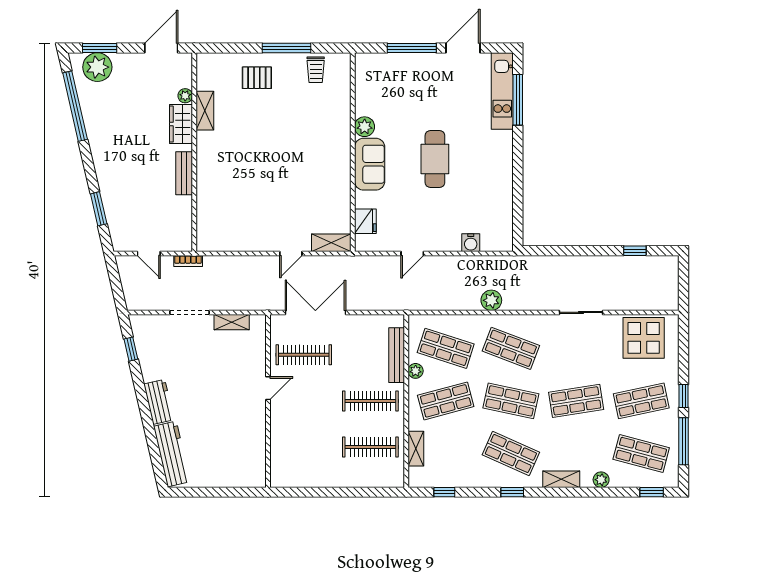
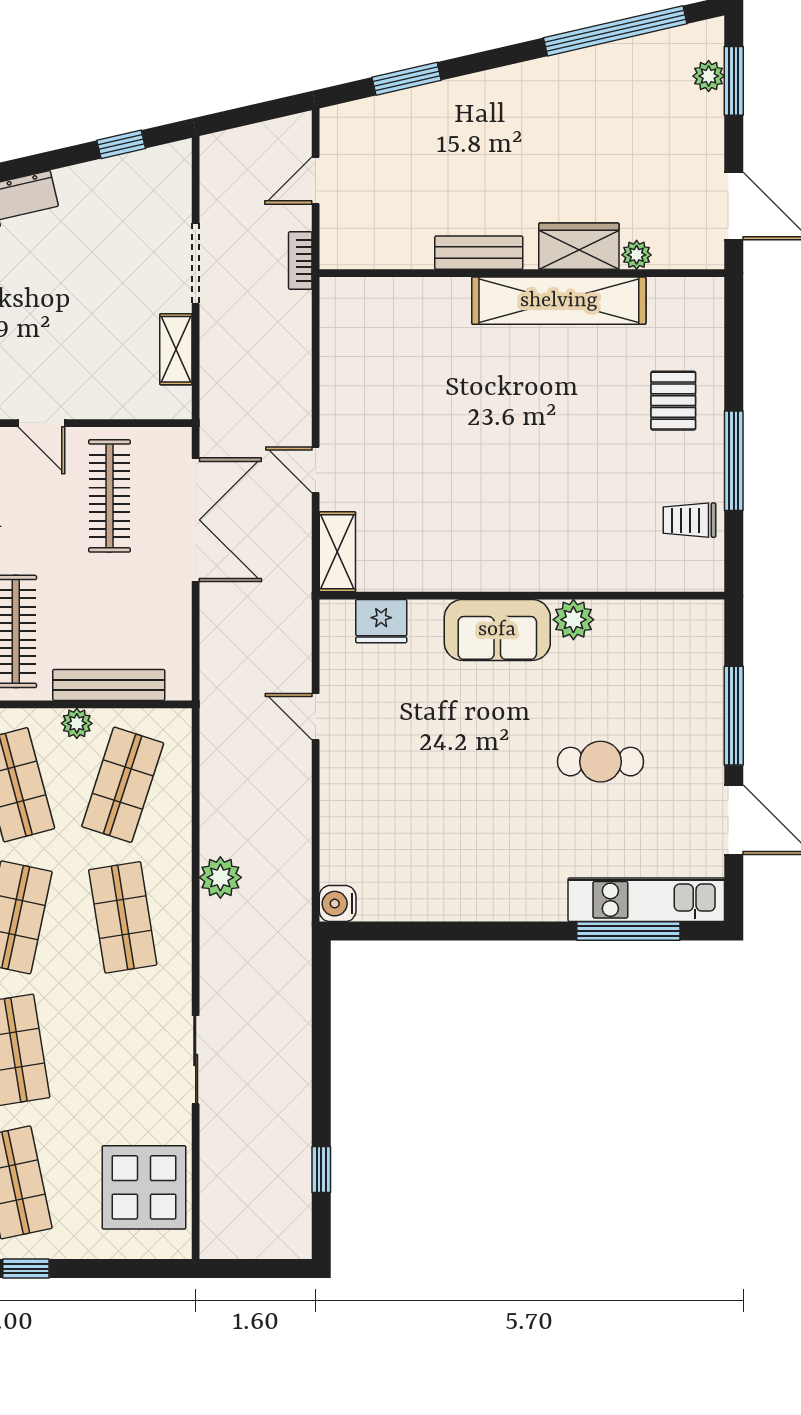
plant: (97, 67) -> (709, 76), width x0.53, depth x0.53
shelving: (205, 111) -> (559, 301), width x2.20, depth x1.33
cafe table: (435, 159) -> (601, 762), moved, width x0.73, depth x0.74
water cooler: (471, 243) -> (338, 904), moved
shop shelf: (511, 348) -> (123, 917), turned -30

